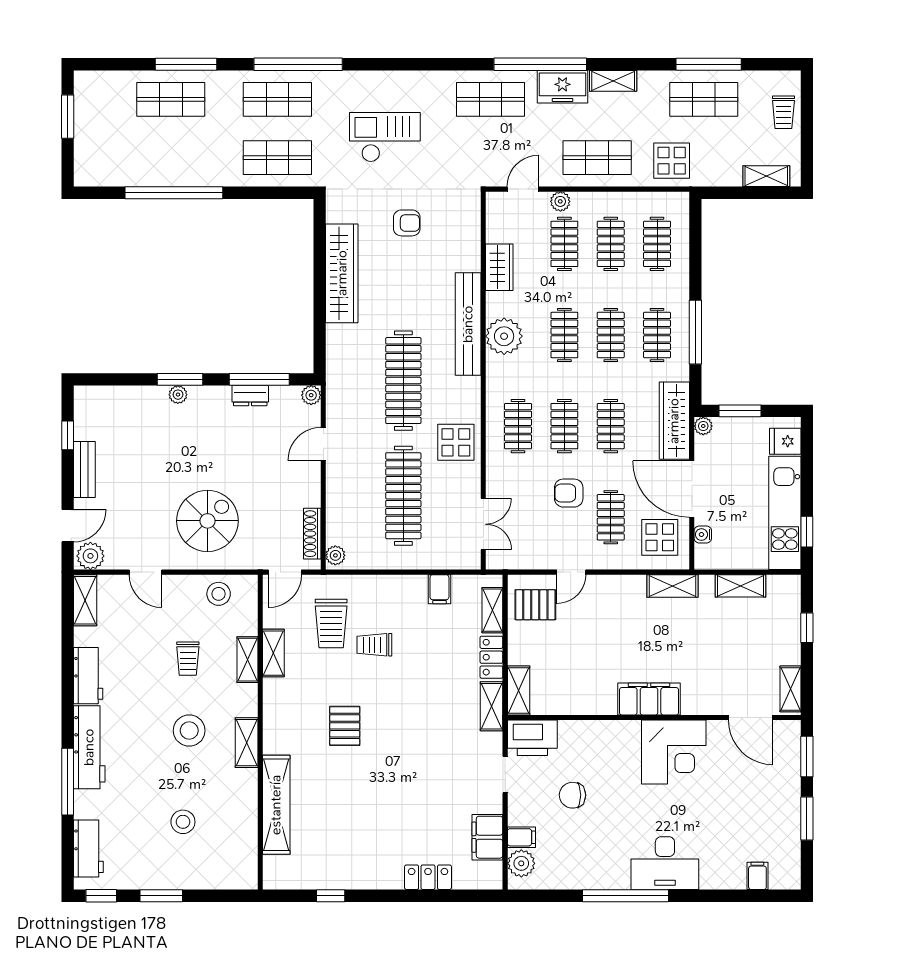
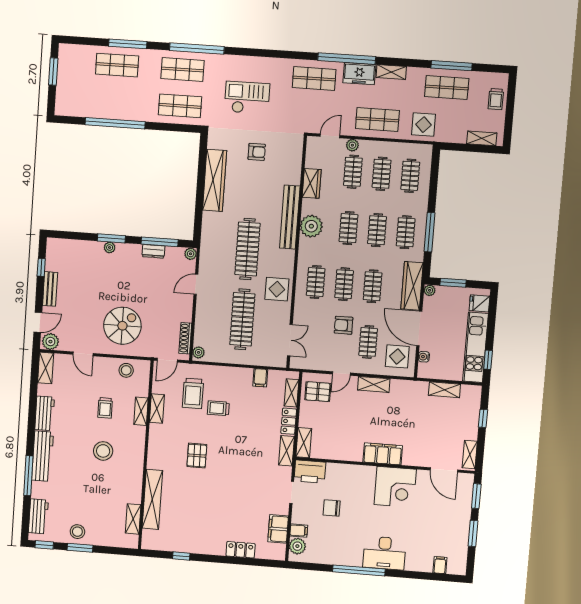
shelving: (672, 586) -> (374, 384), moved
shelving: (247, 743) -> (133, 519), moved
stool: (183, 822) -> (77, 532), moved

